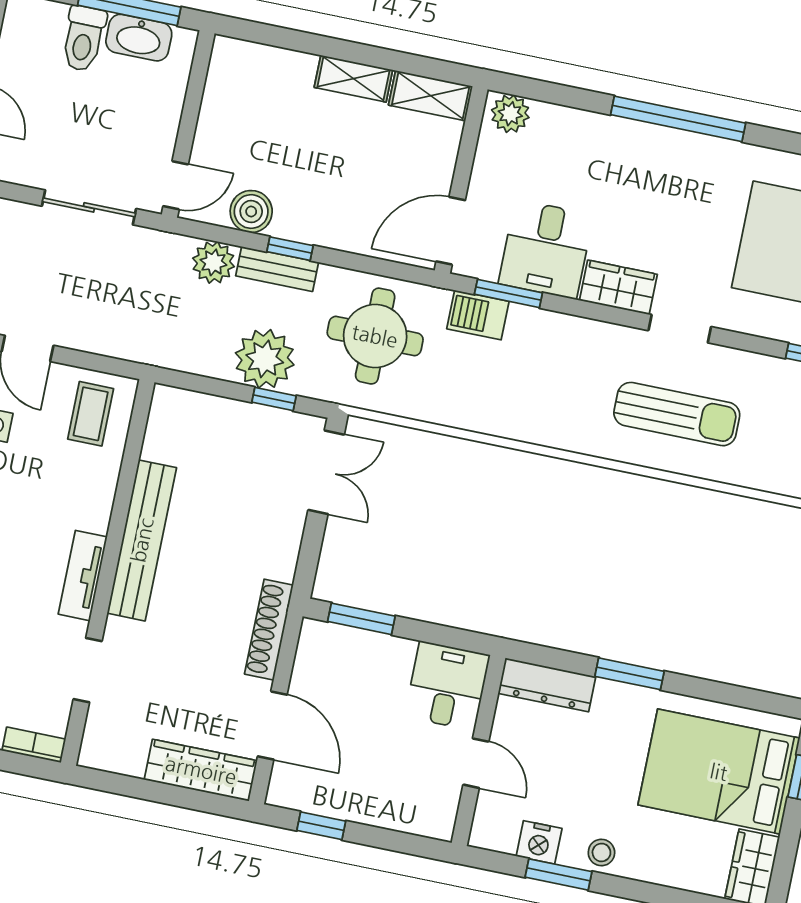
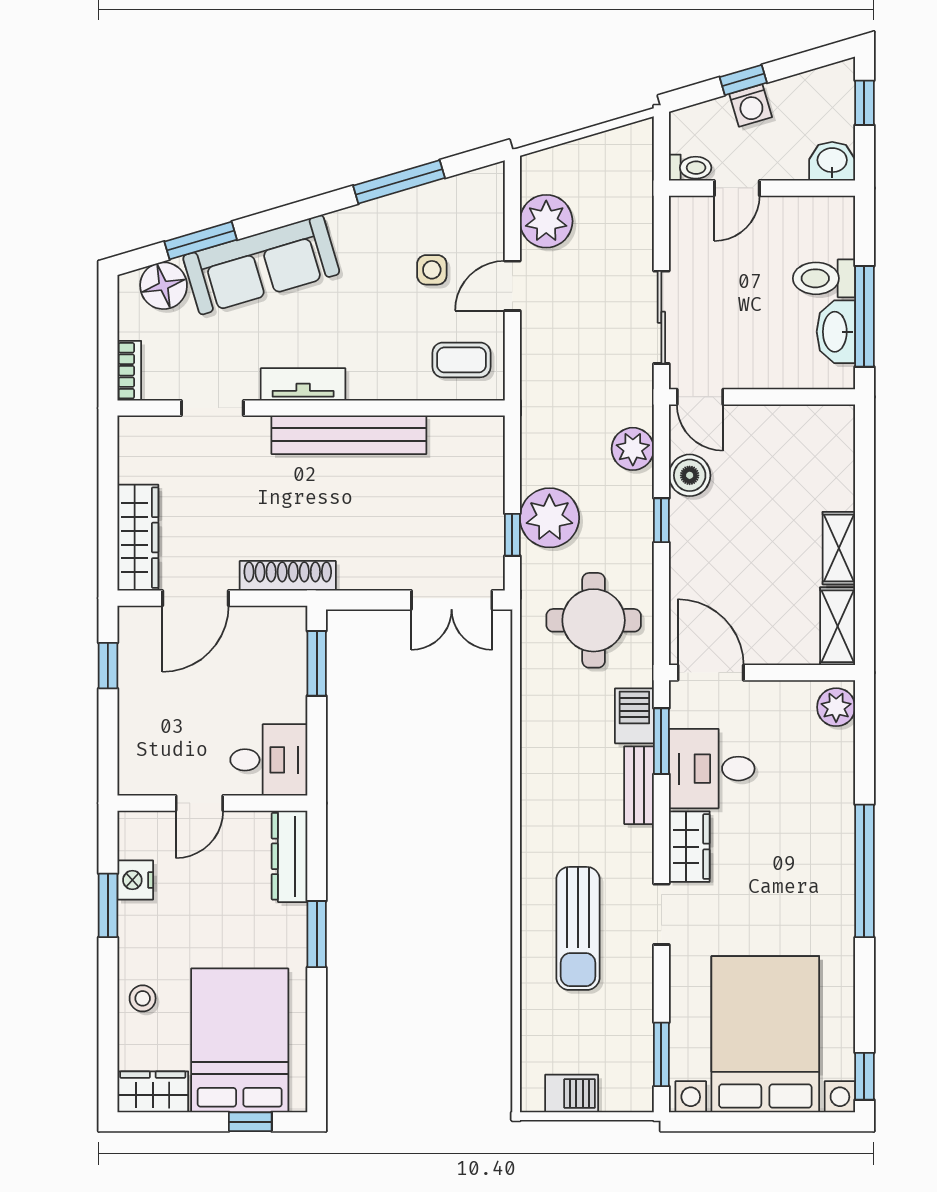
bench: (277, 269) -> (639, 785), moved
stool: (601, 852) -> (143, 998), moved

